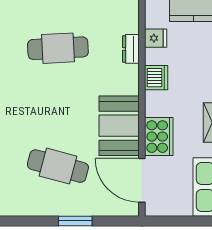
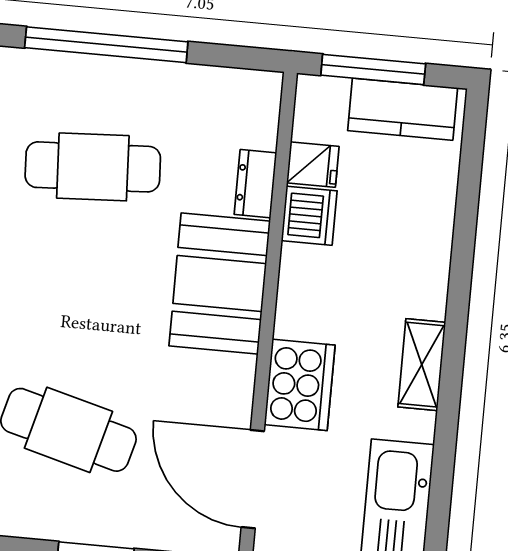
dishwasher: (156, 78) -> (309, 216), moved
booth: (119, 126) -> (220, 283), moved

